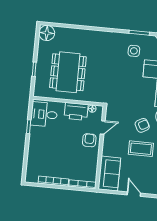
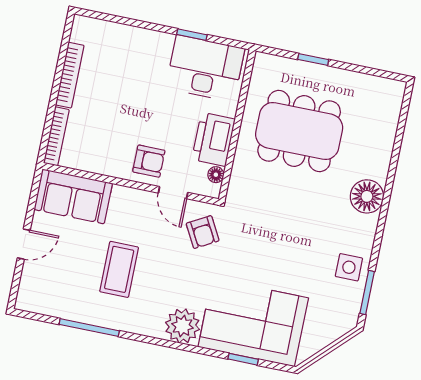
floor lamp: (47, 33) -> (367, 196), moved
side table: (134, 51) -> (349, 267), moved
desk: (44, 114) -> (205, 68), width x1.37
armchair: (142, 125) -> (203, 232), moved

